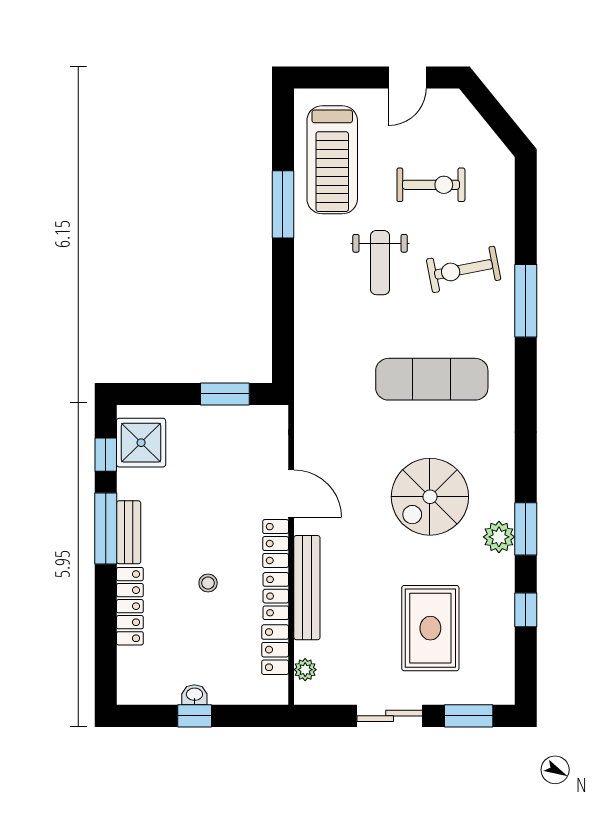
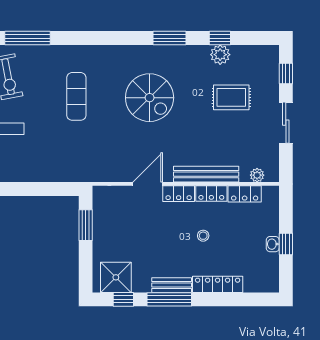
exercise mat: (432, 379) -> (76, 96), width x0.73, depth x0.69
plant: (499, 537) -> (220, 55), moved
rug: (430, 628) -> (231, 97), width x0.73, depth x0.70
window: (469, 716) -> (286, 74), width x0.67

